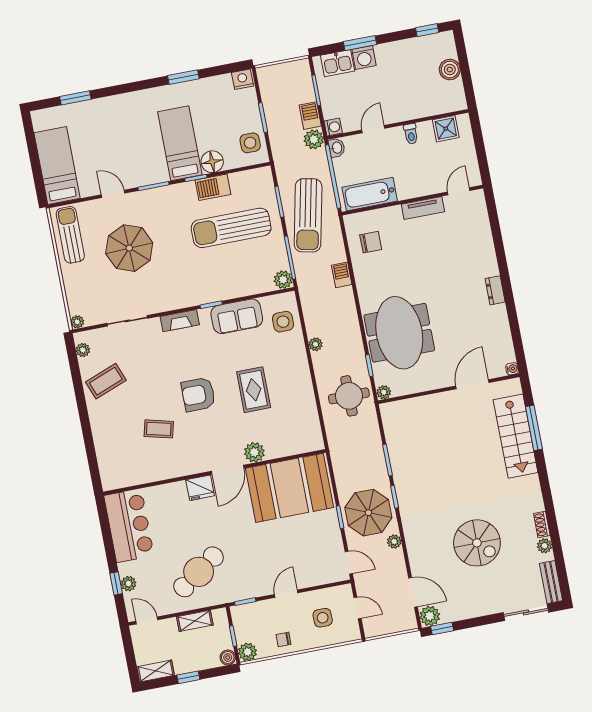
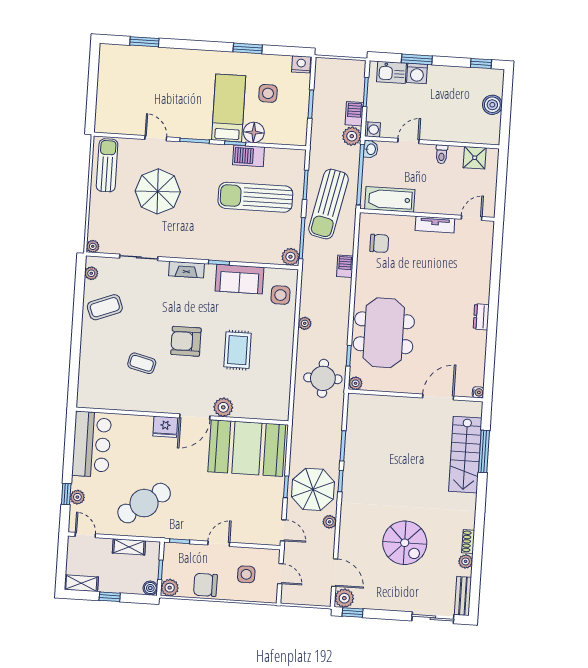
side table: (250, 143) -> (268, 93), moved
bed: (57, 165) -> (112, 99), removed
chair: (284, 639) -> (205, 585), width x1.87, depth x1.87

